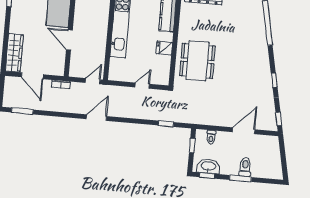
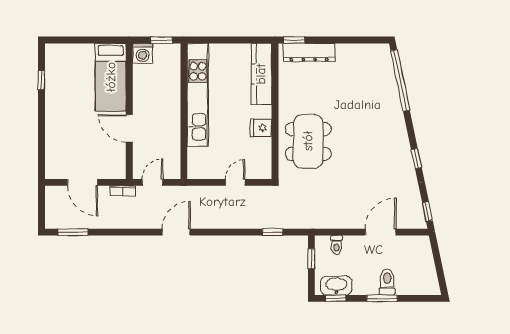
wardrobe: (14, 53) -> (55, 153), removed
door: (93, 81) -> (152, 182), moved

